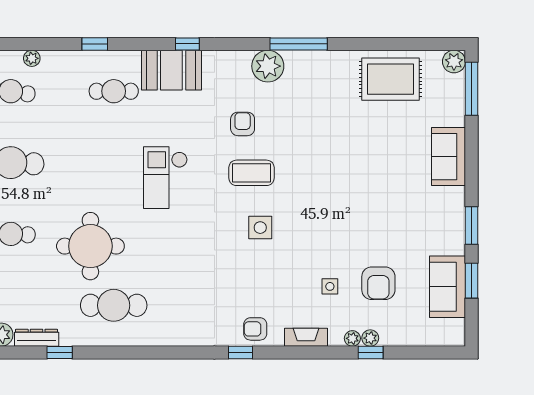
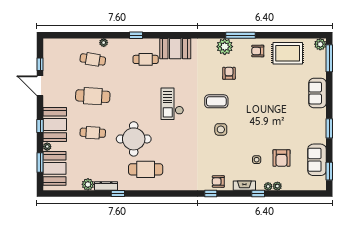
window: (187, 44) -> (183, 35), removed
armchair: (332, 75) -> (258, 51), added
armchair: (243, 124) -> (229, 73), moved
window: (472, 281) -> (329, 171), moved
window: (371, 353) -> (258, 194), moved

